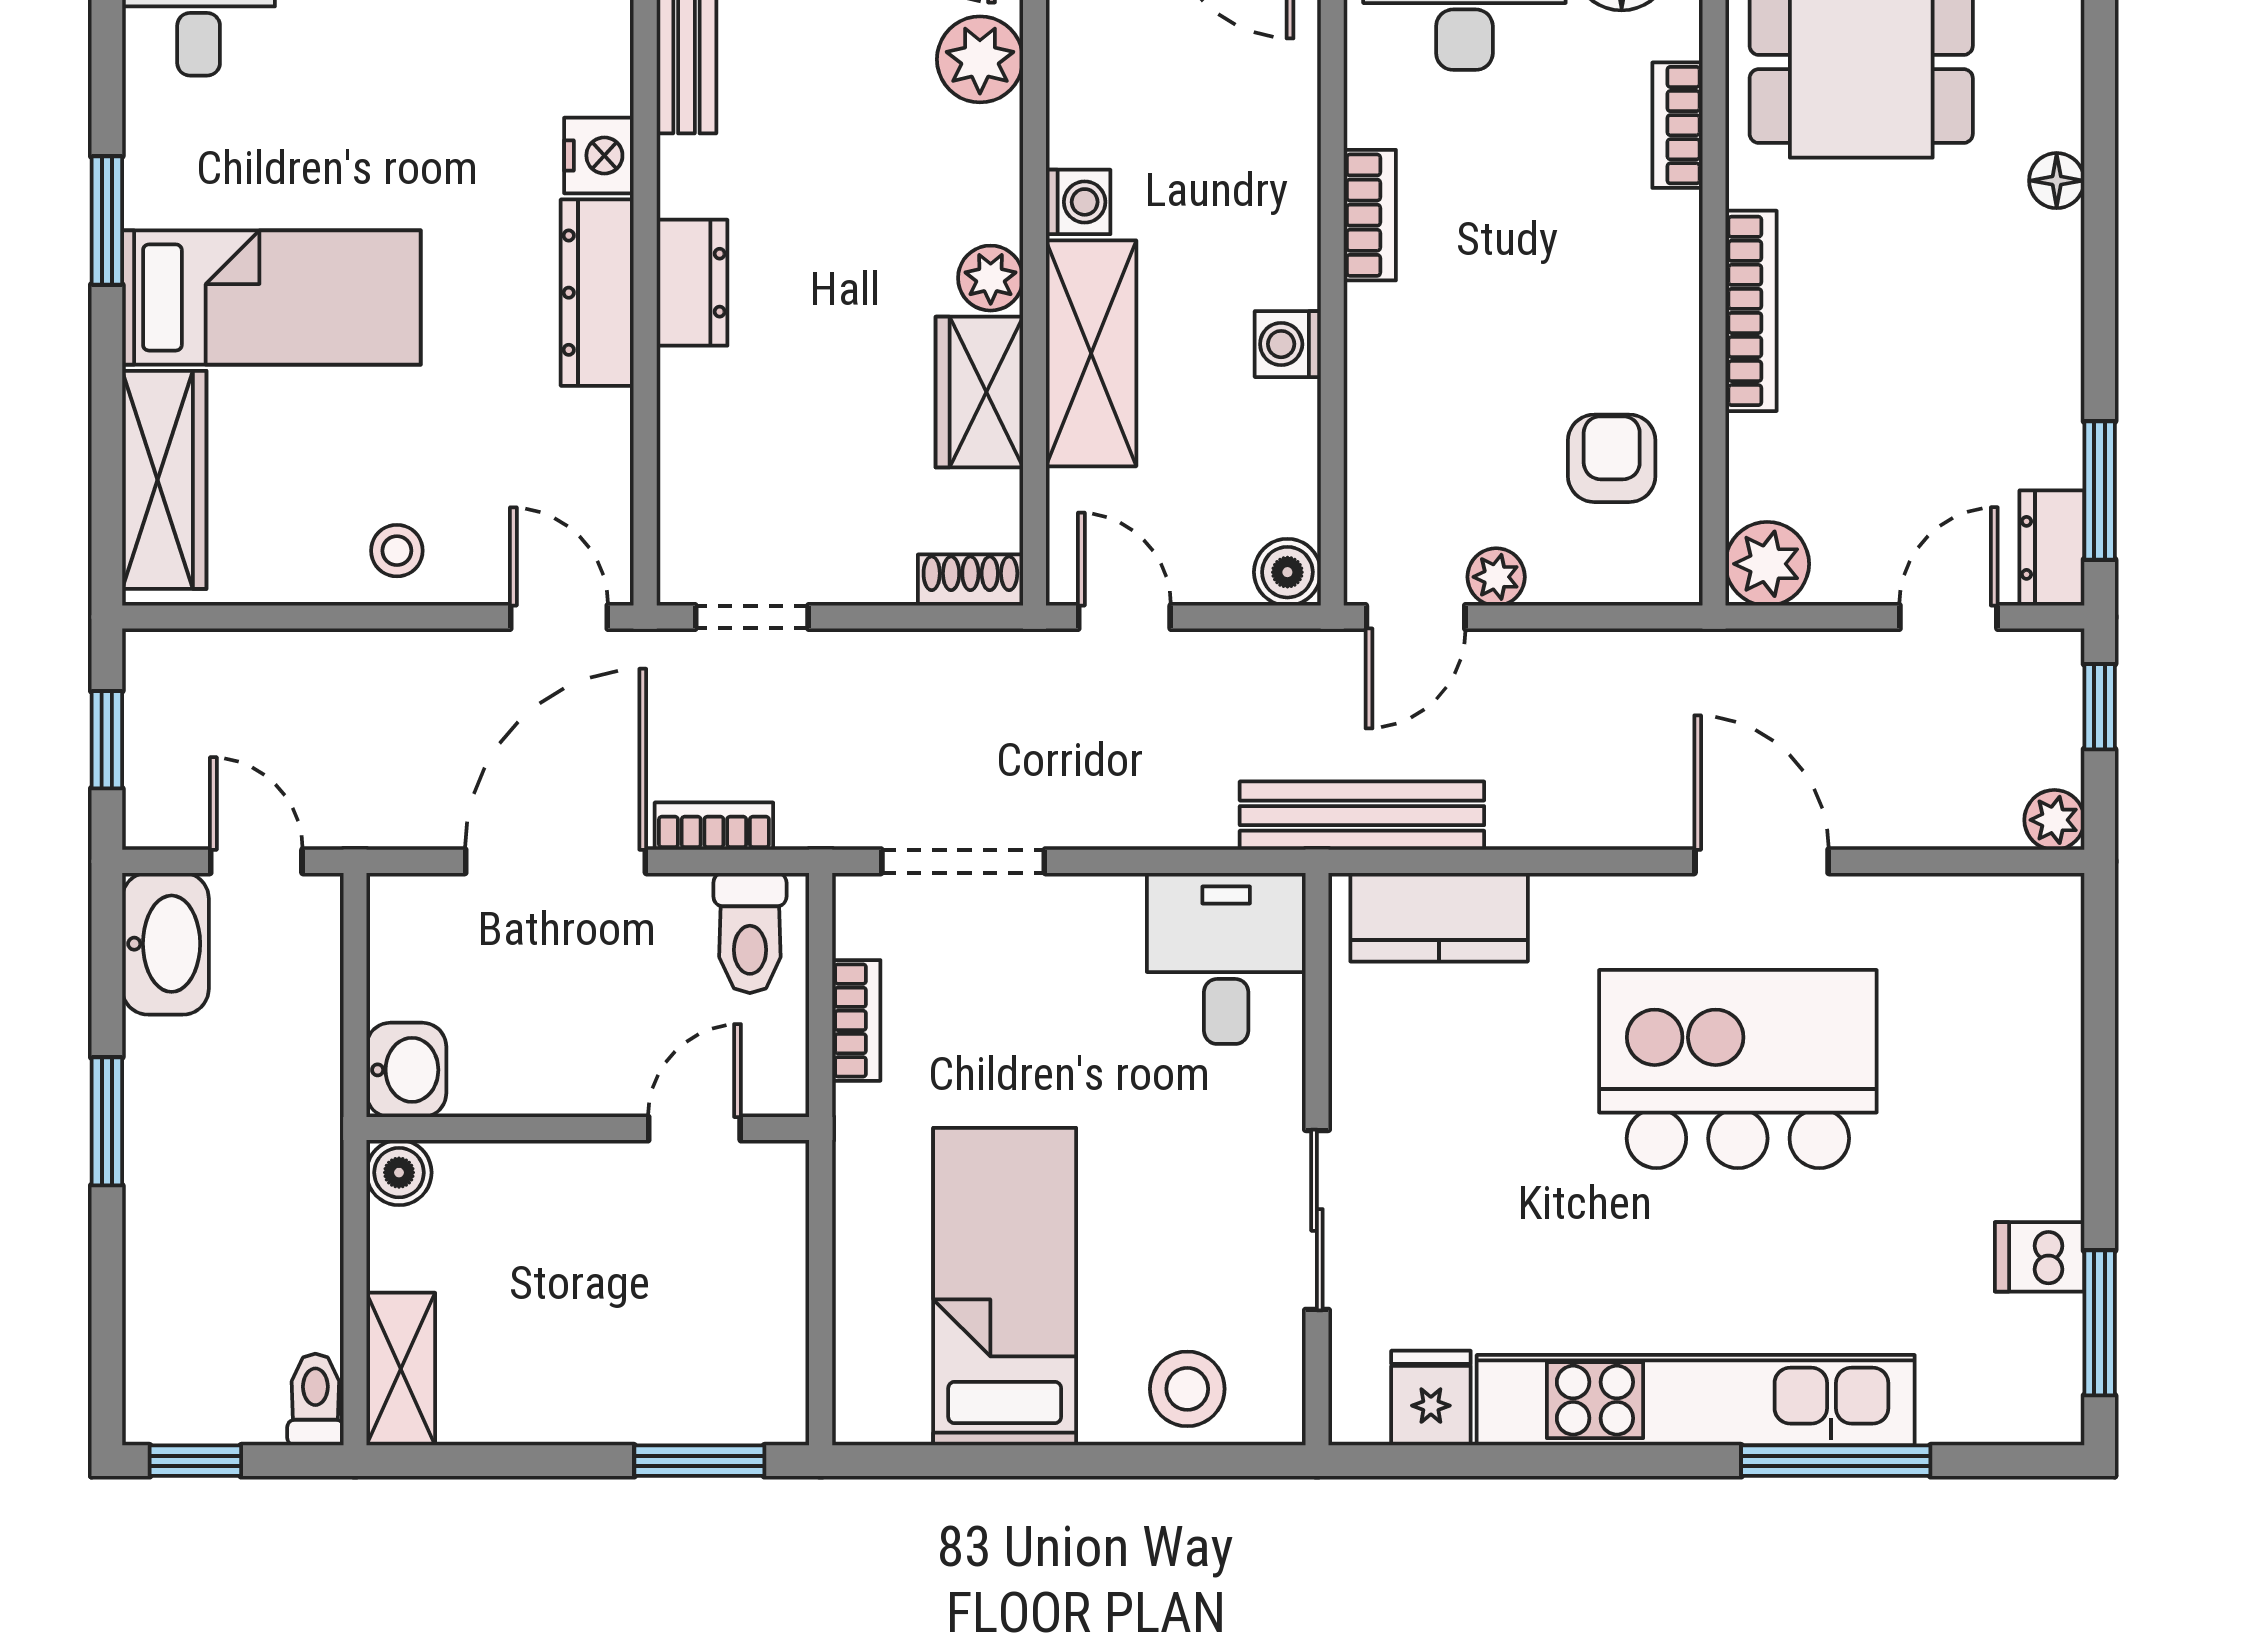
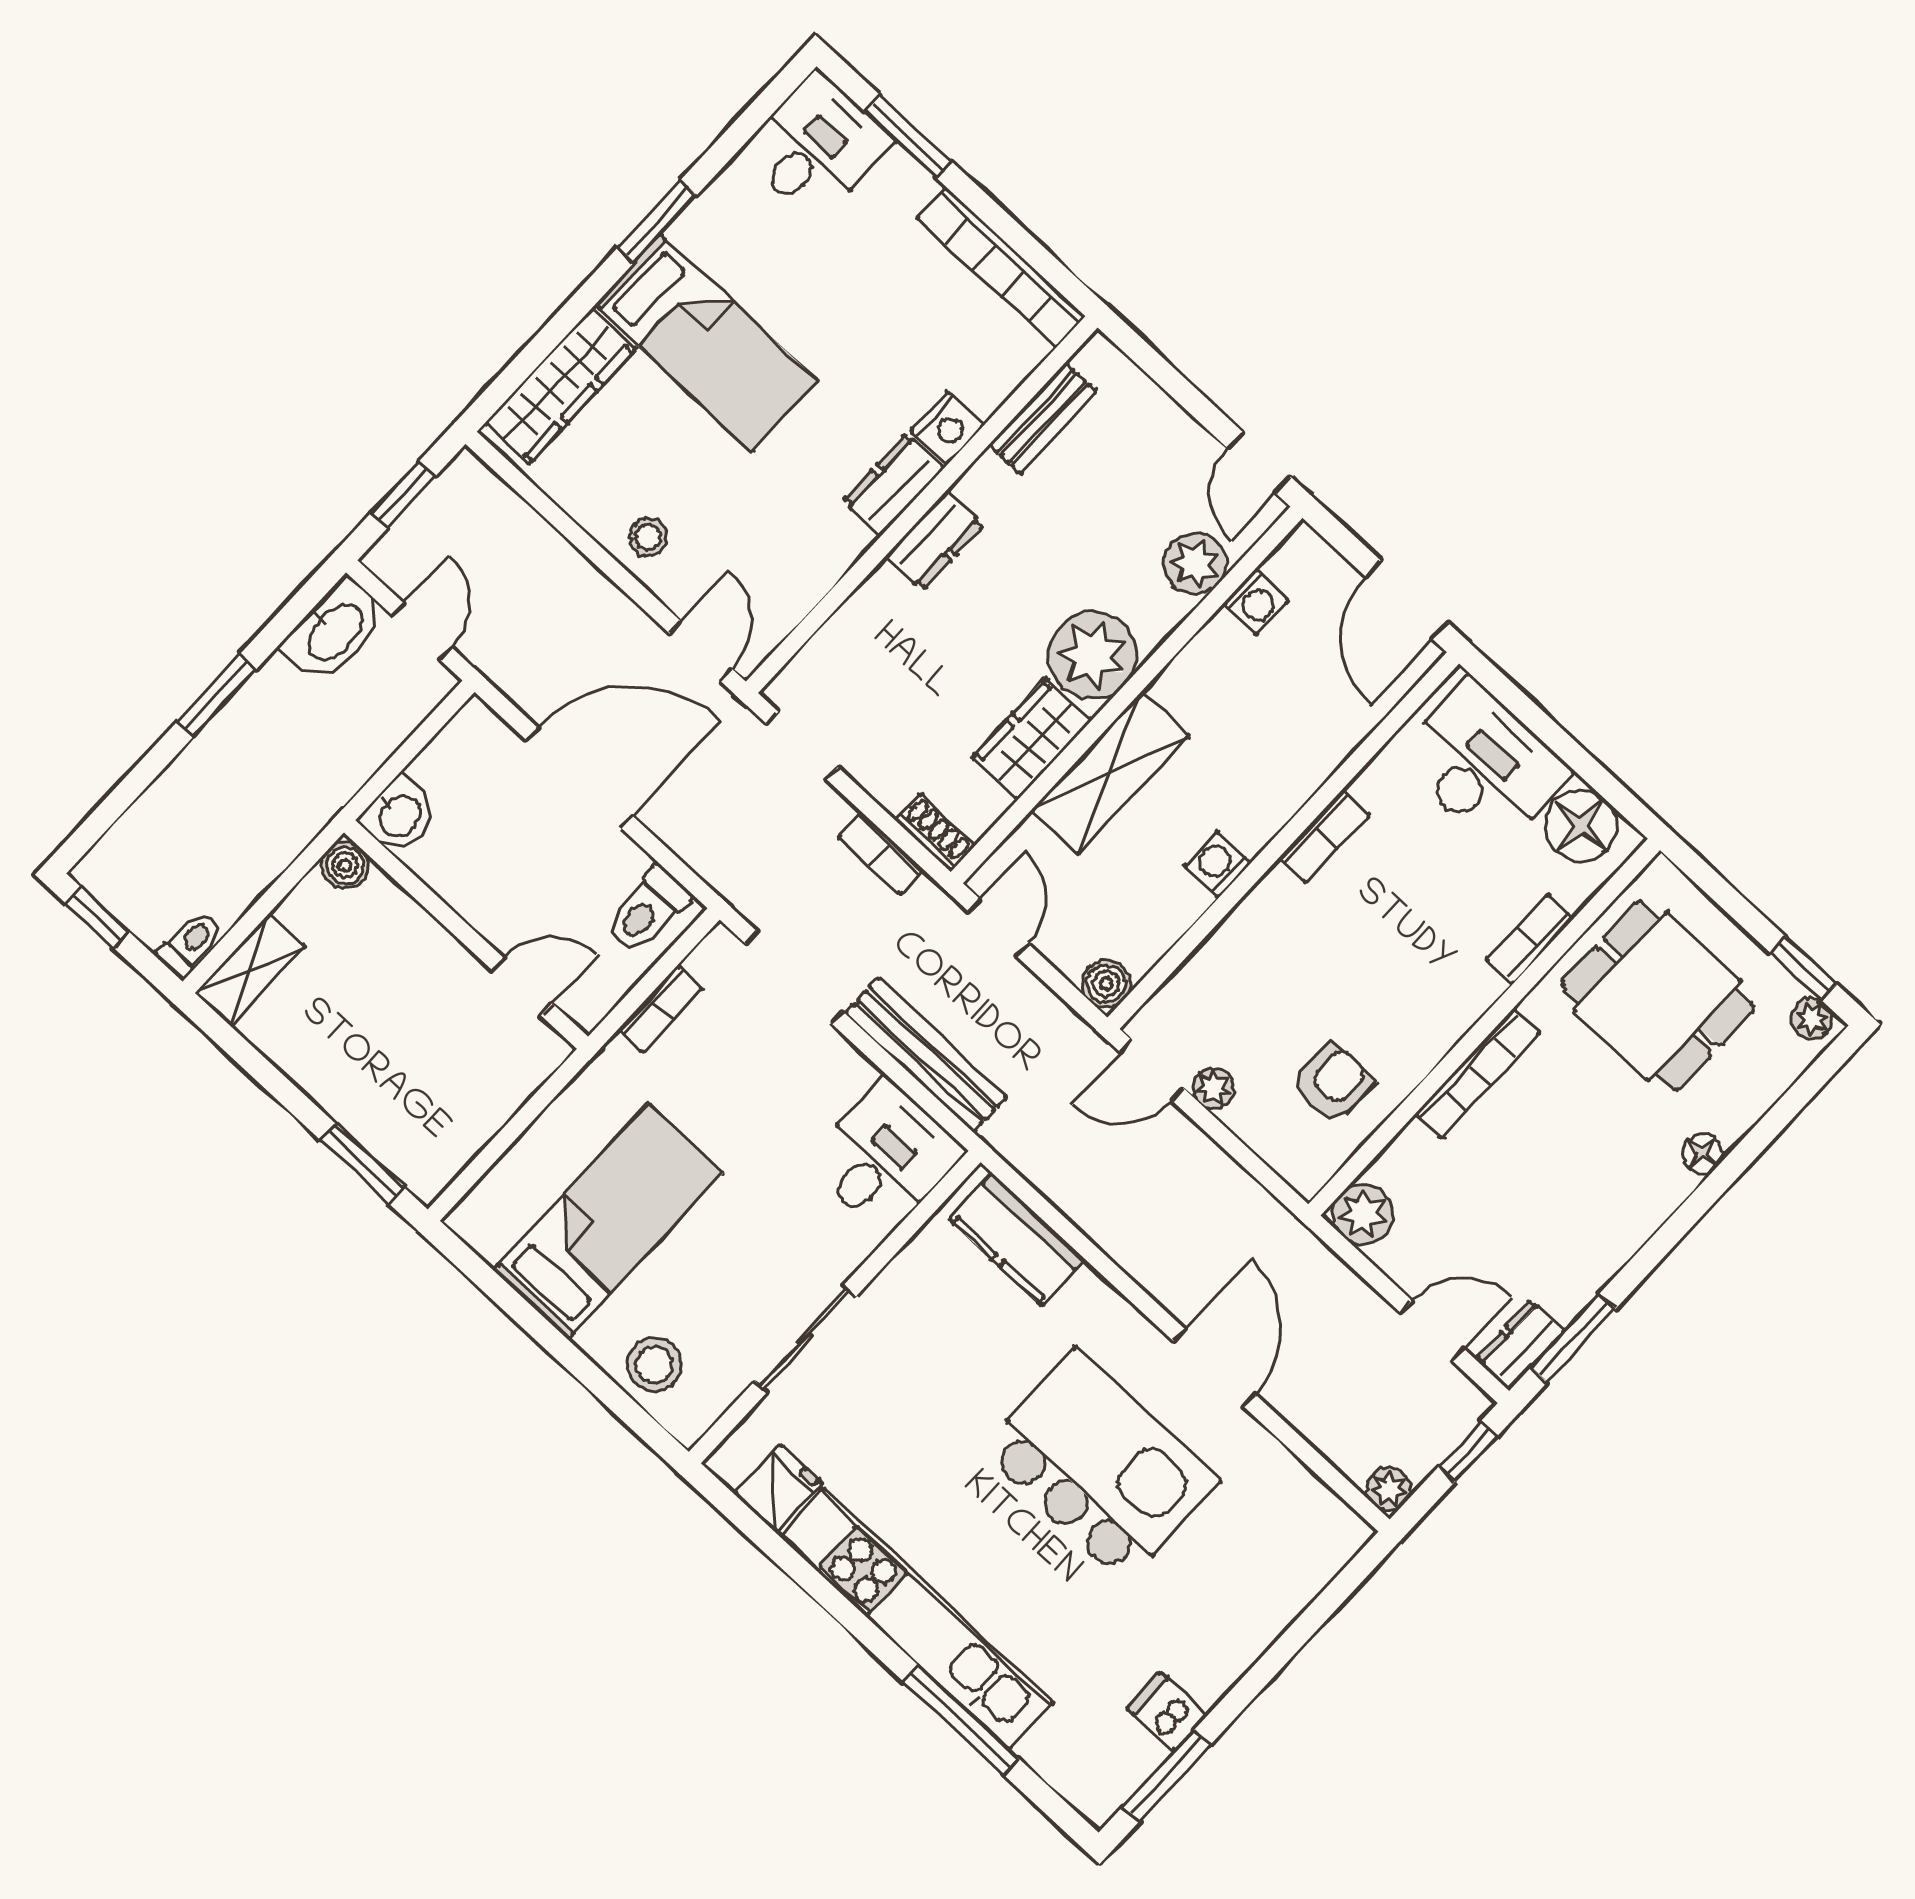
washing machine: (1078, 202) -> (1256, 602), moved
plant: (991, 278) -> (1093, 655), width x1.87, depth x1.87
dresser: (597, 293) -> (894, 484), width x0.70
bench: (1362, 816) -> (926, 1055), moved
bookcase: (714, 826) -> (881, 853), moved, turned 180

